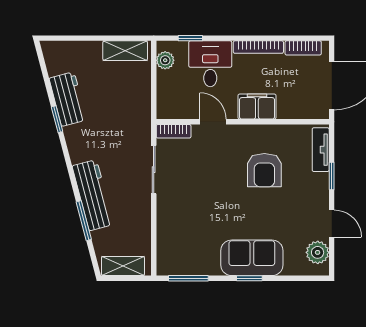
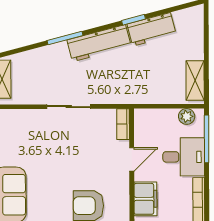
window: (190, 38) -> (207, 139), width x2.17
sliding door: (154, 170) -> (69, 107), moved
workbench: (93, 195) -> (99, 43), moved
window: (84, 221) -> (65, 38), moved

